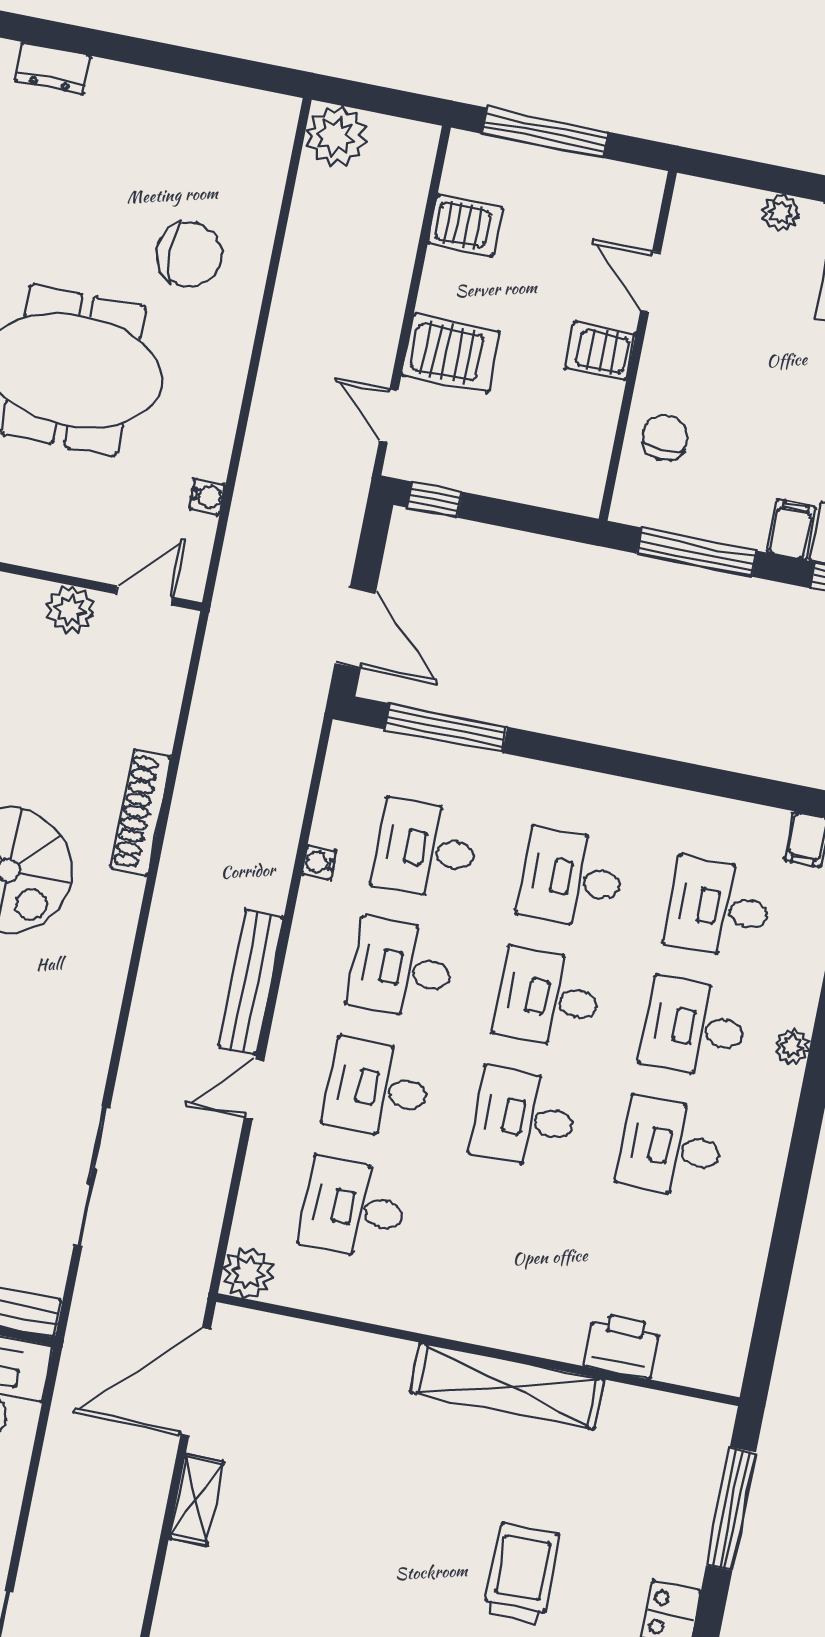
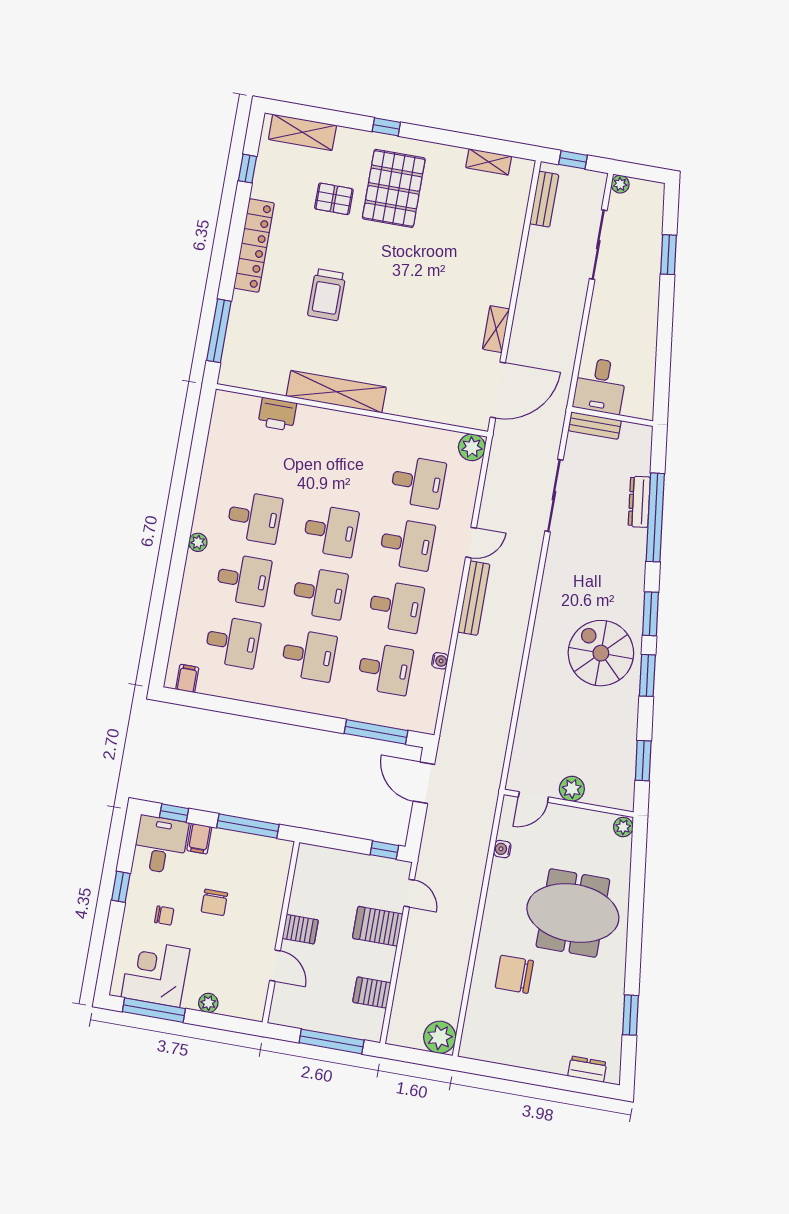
chair: (665, 437) -> (214, 902), moved
shoe rack: (141, 812) -> (533, 685), removed
plant: (792, 1046) -> (198, 542), moved

